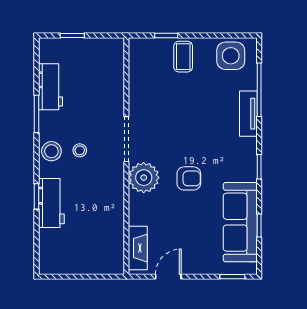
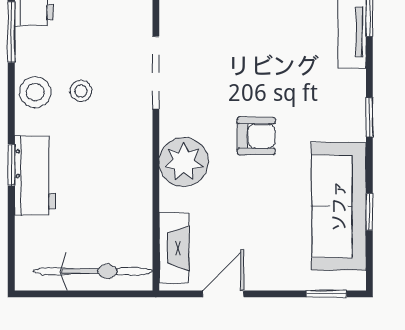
plant: (144, 178) -> (184, 162), moved
bicycle: (87, 263) -> (93, 271), added

